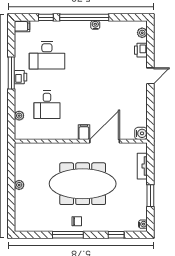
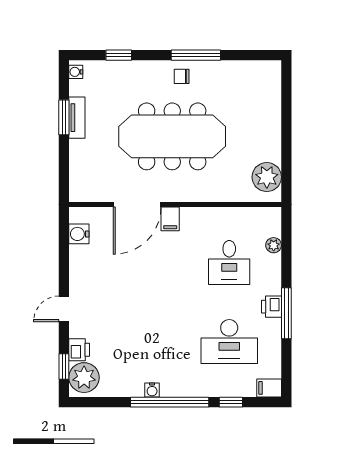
plant: (142, 33) -> (84, 378), width x1.88, depth x1.88
window: (150, 40) -> (64, 366), added
desk: (47, 55) -> (229, 342), turned 180
desk: (47, 105) -> (229, 262), turned 180
water cooler: (141, 133) -> (79, 234), moved
tv unit: (142, 166) -> (77, 118), moved
plant: (19, 185) -> (267, 177), moved, width x1.87, depth x1.87

